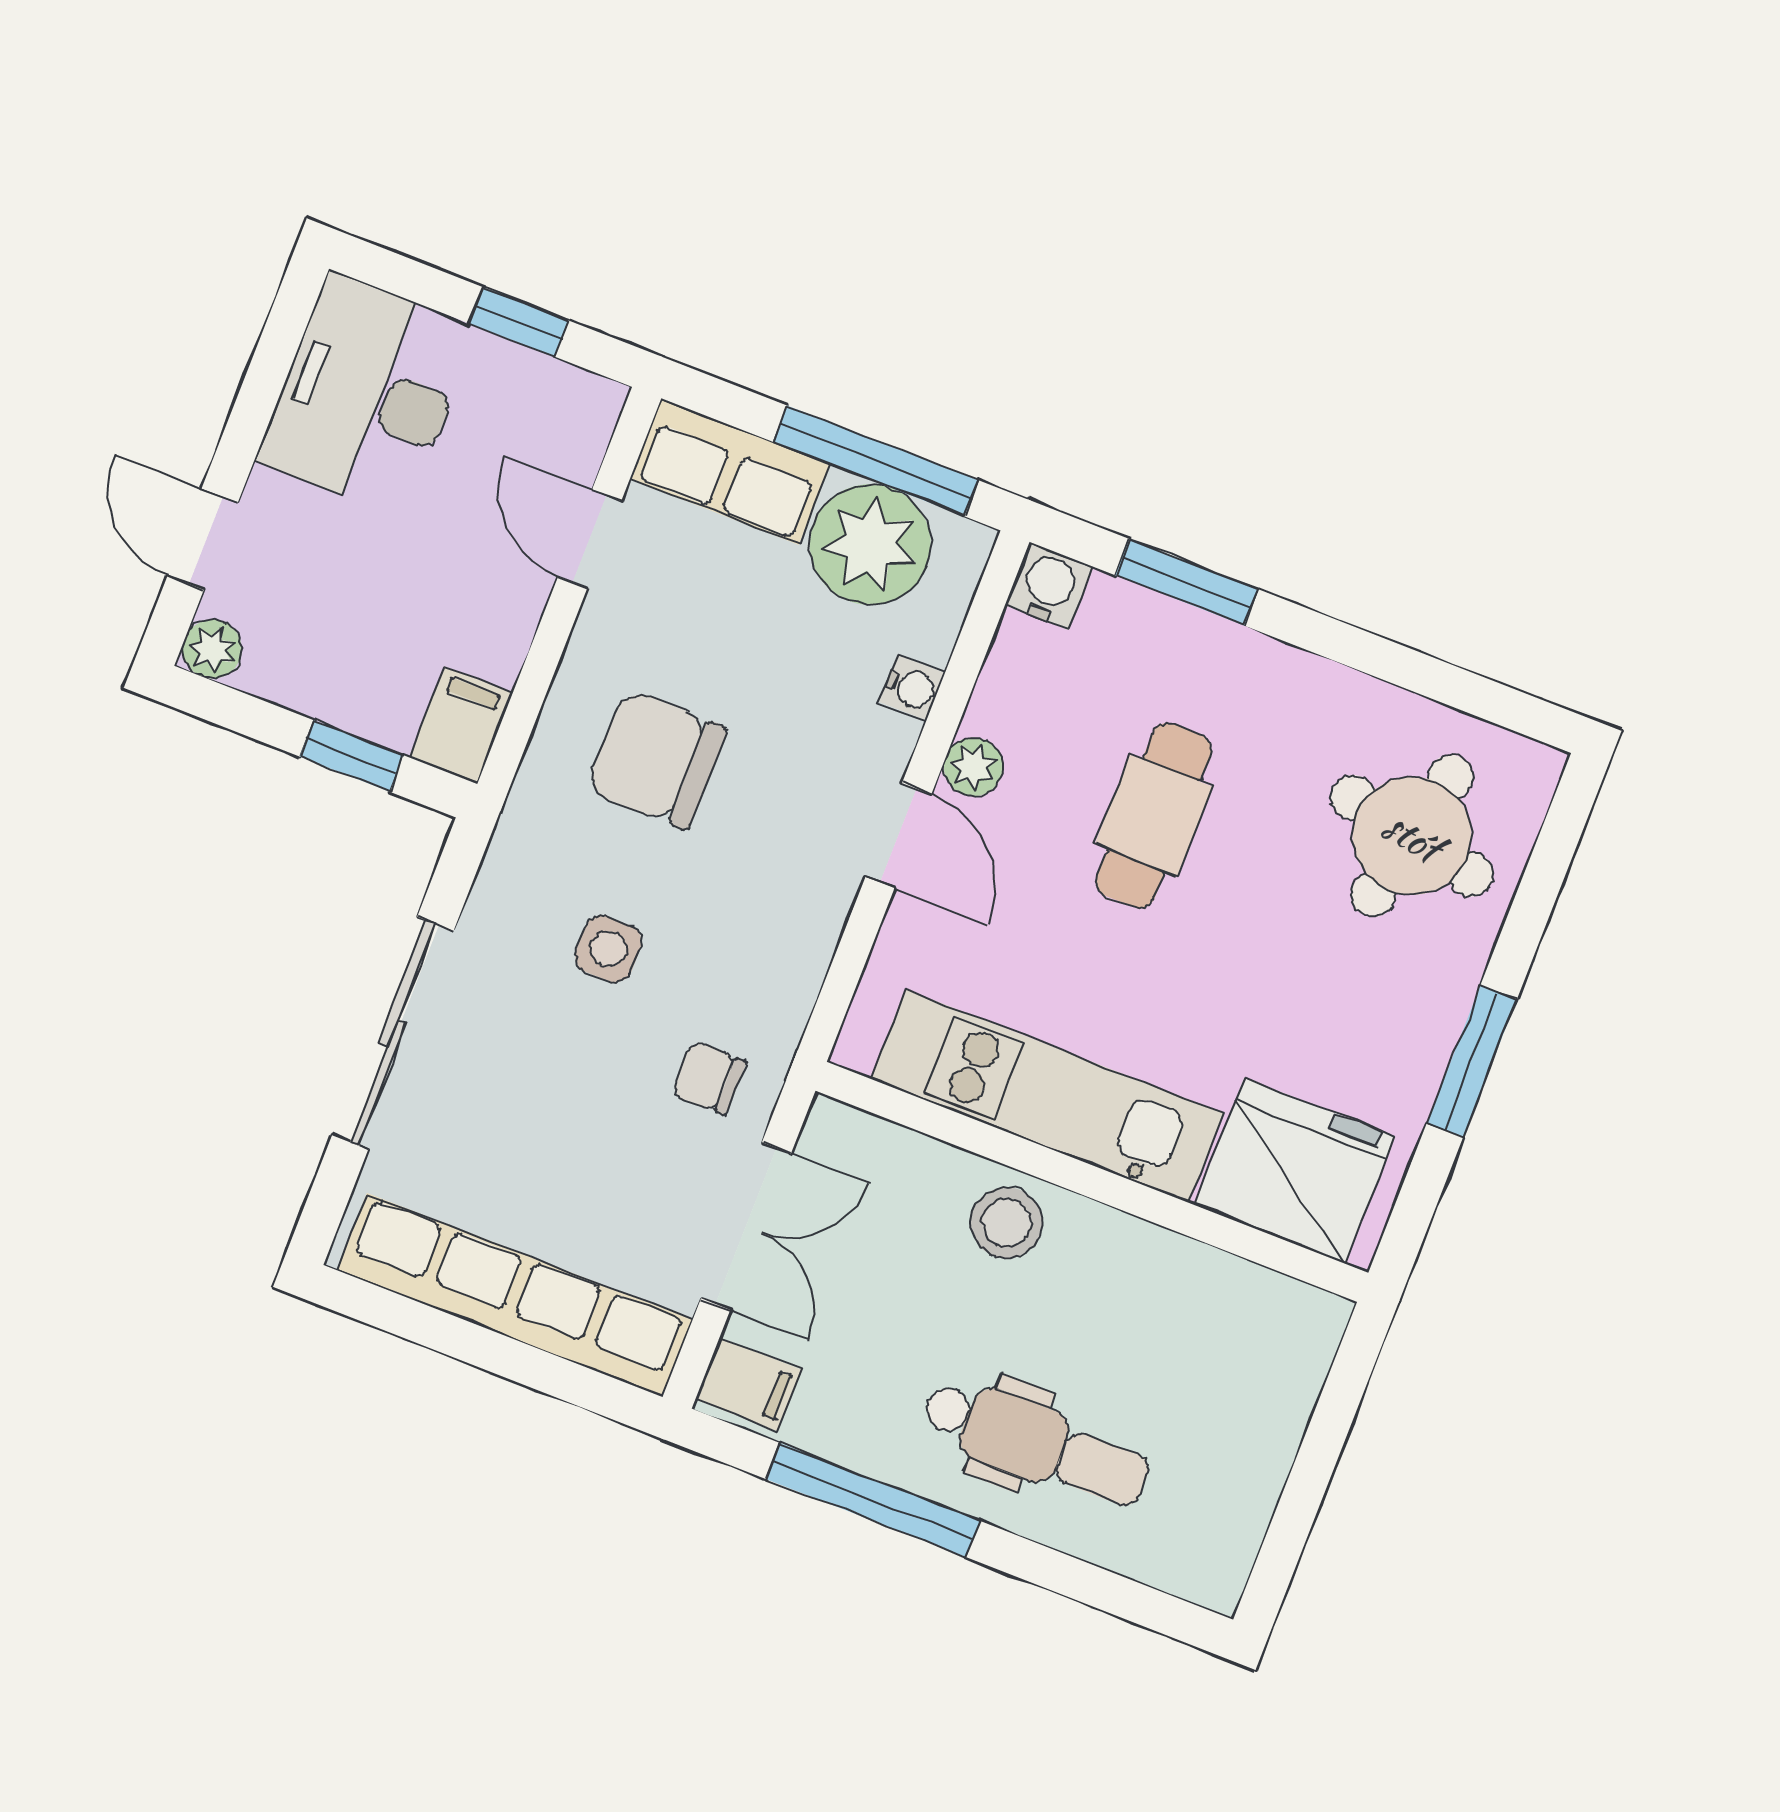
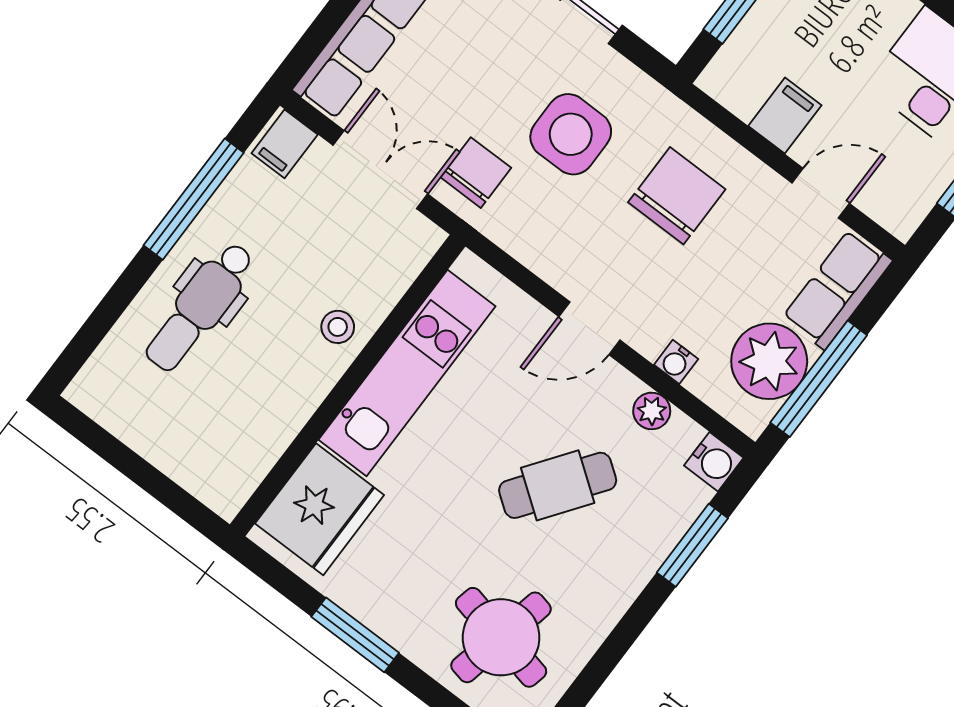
filing cabinet: (461, 725) -> (785, 116), moved, turned -90
plant: (973, 767) -> (652, 411), moved
cafe table: (1154, 815) -> (558, 485), turned -54
side table: (608, 949) -> (571, 134), width x1.87, depth x1.87
chair: (709, 1078) -> (476, 173), width x1.37, depth x1.37
stool: (1006, 1223) -> (338, 327), width x0.73, depth x0.73
double door: (746, 1226) -> (380, 170), swing flipped

